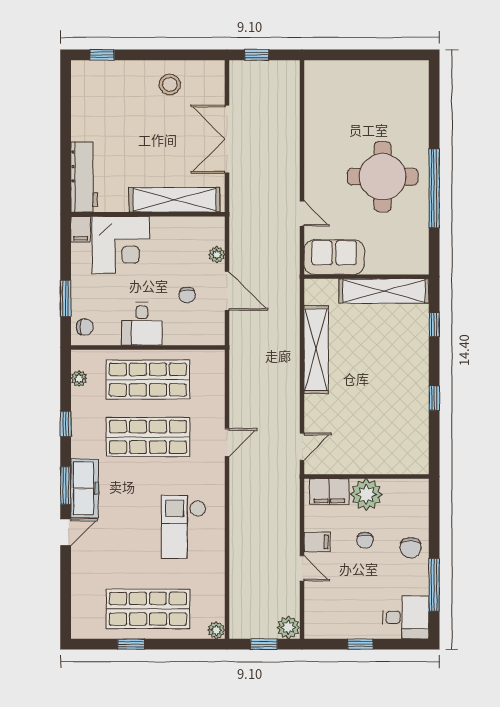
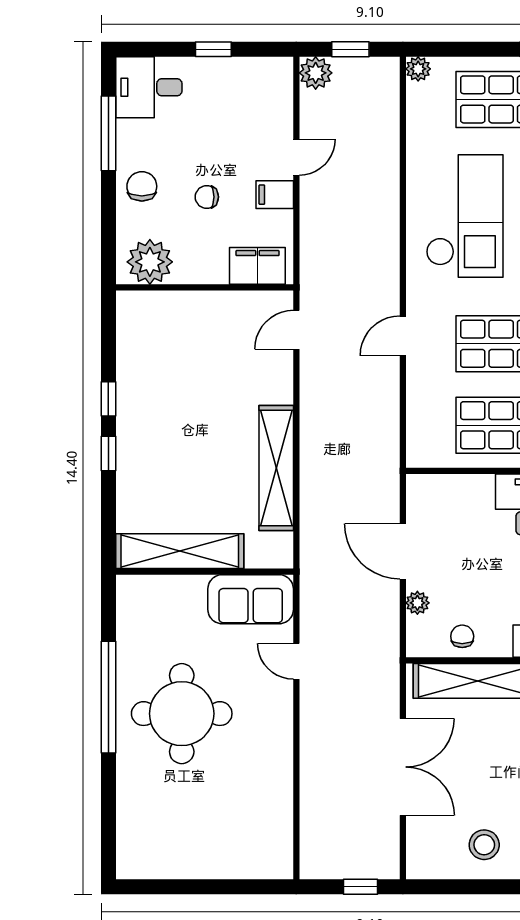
chair: (187, 295) -> (462, 636), moved
window: (434, 324) -> (108, 454), moved
plant: (366, 494) -> (150, 262), moved
checkout: (184, 527) -> (465, 216), width x1.36, depth x1.21
chair: (365, 540) -> (207, 197), turned -90
door: (302, 568) -> (296, 157), swing flipped

